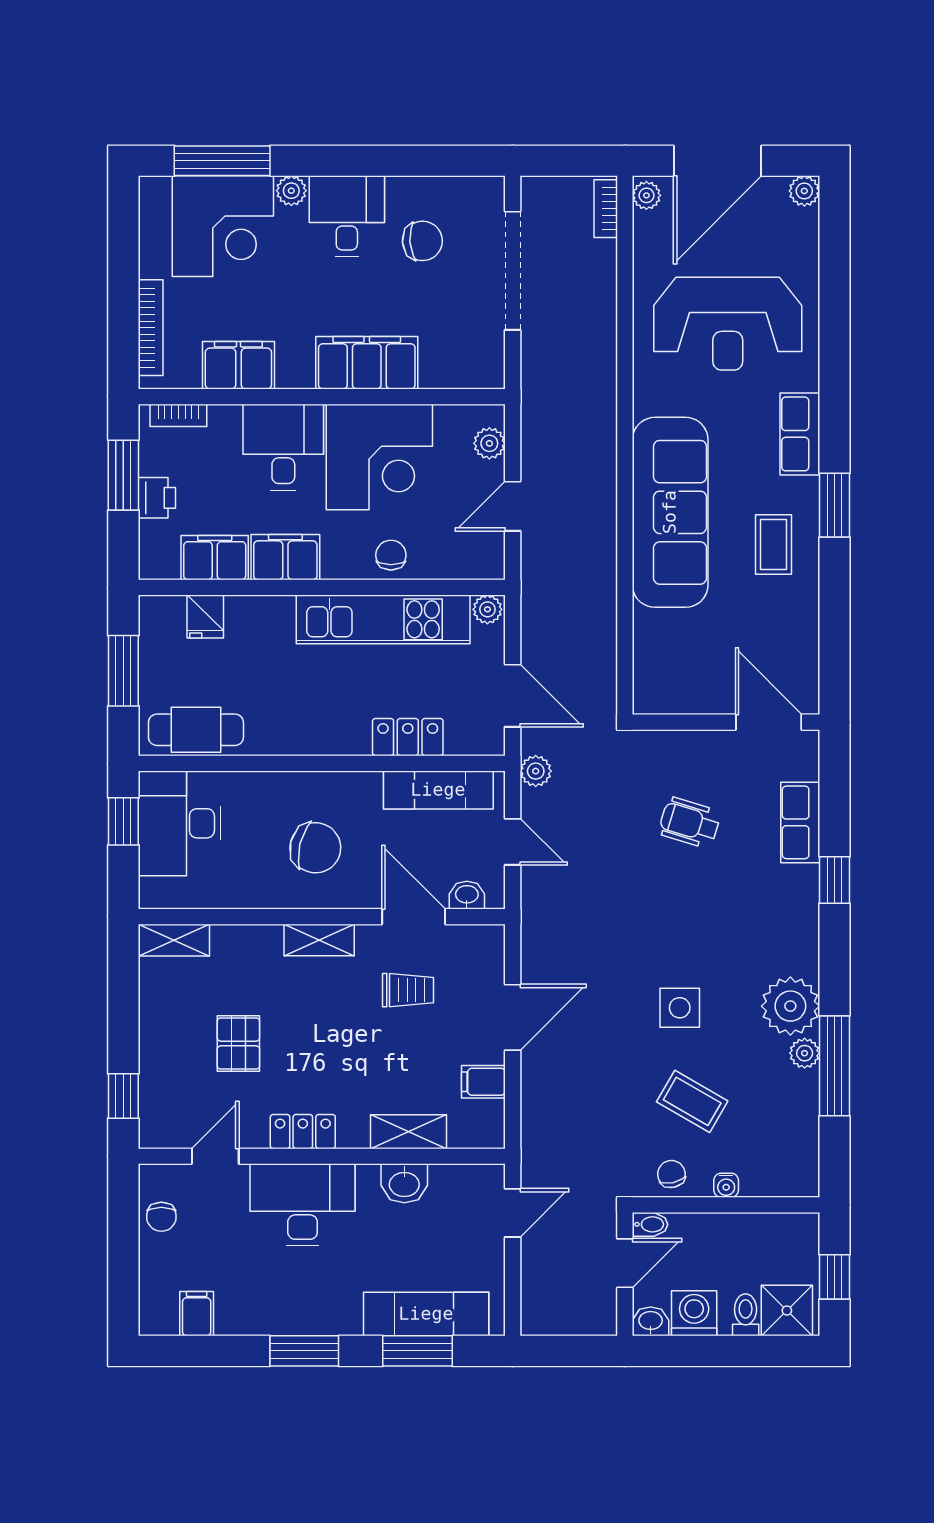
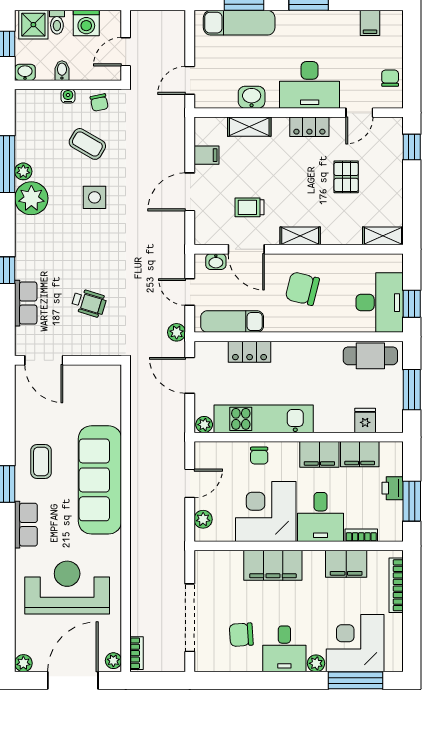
bookcase: (178, 415) -> (361, 535), moved
bidet: (650, 1224) -> (62, 71), moved, turned 90
washbasin: (651, 1321) -> (25, 72), moved, turned 180

